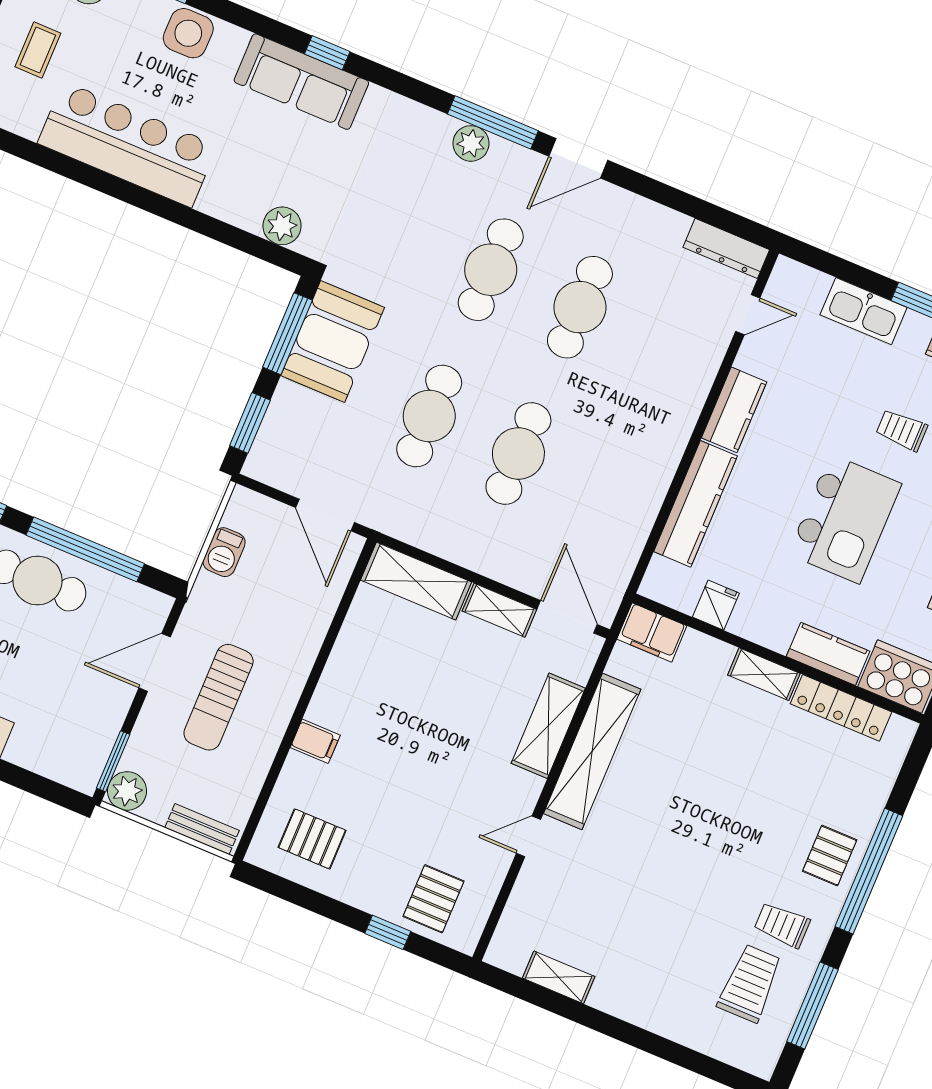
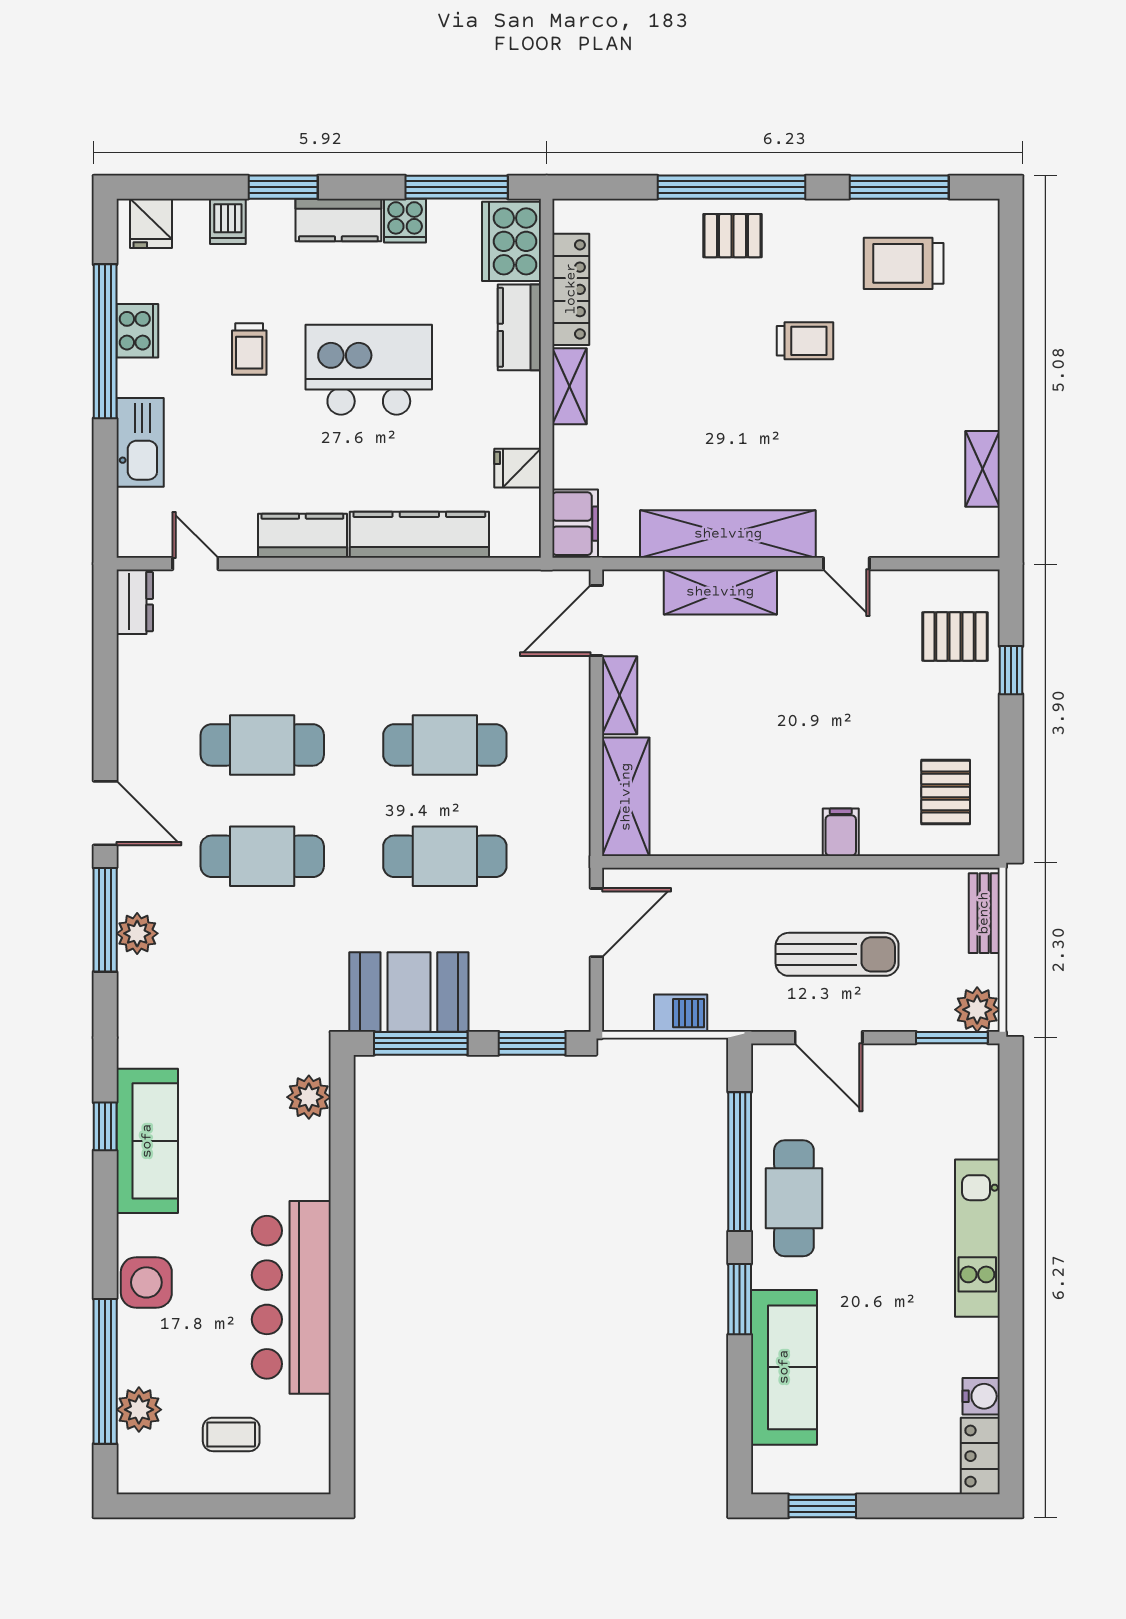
dresser: (726, 248) -> (135, 602), width x0.70
trolley: (782, 925) -> (805, 341), moved, turned -90

